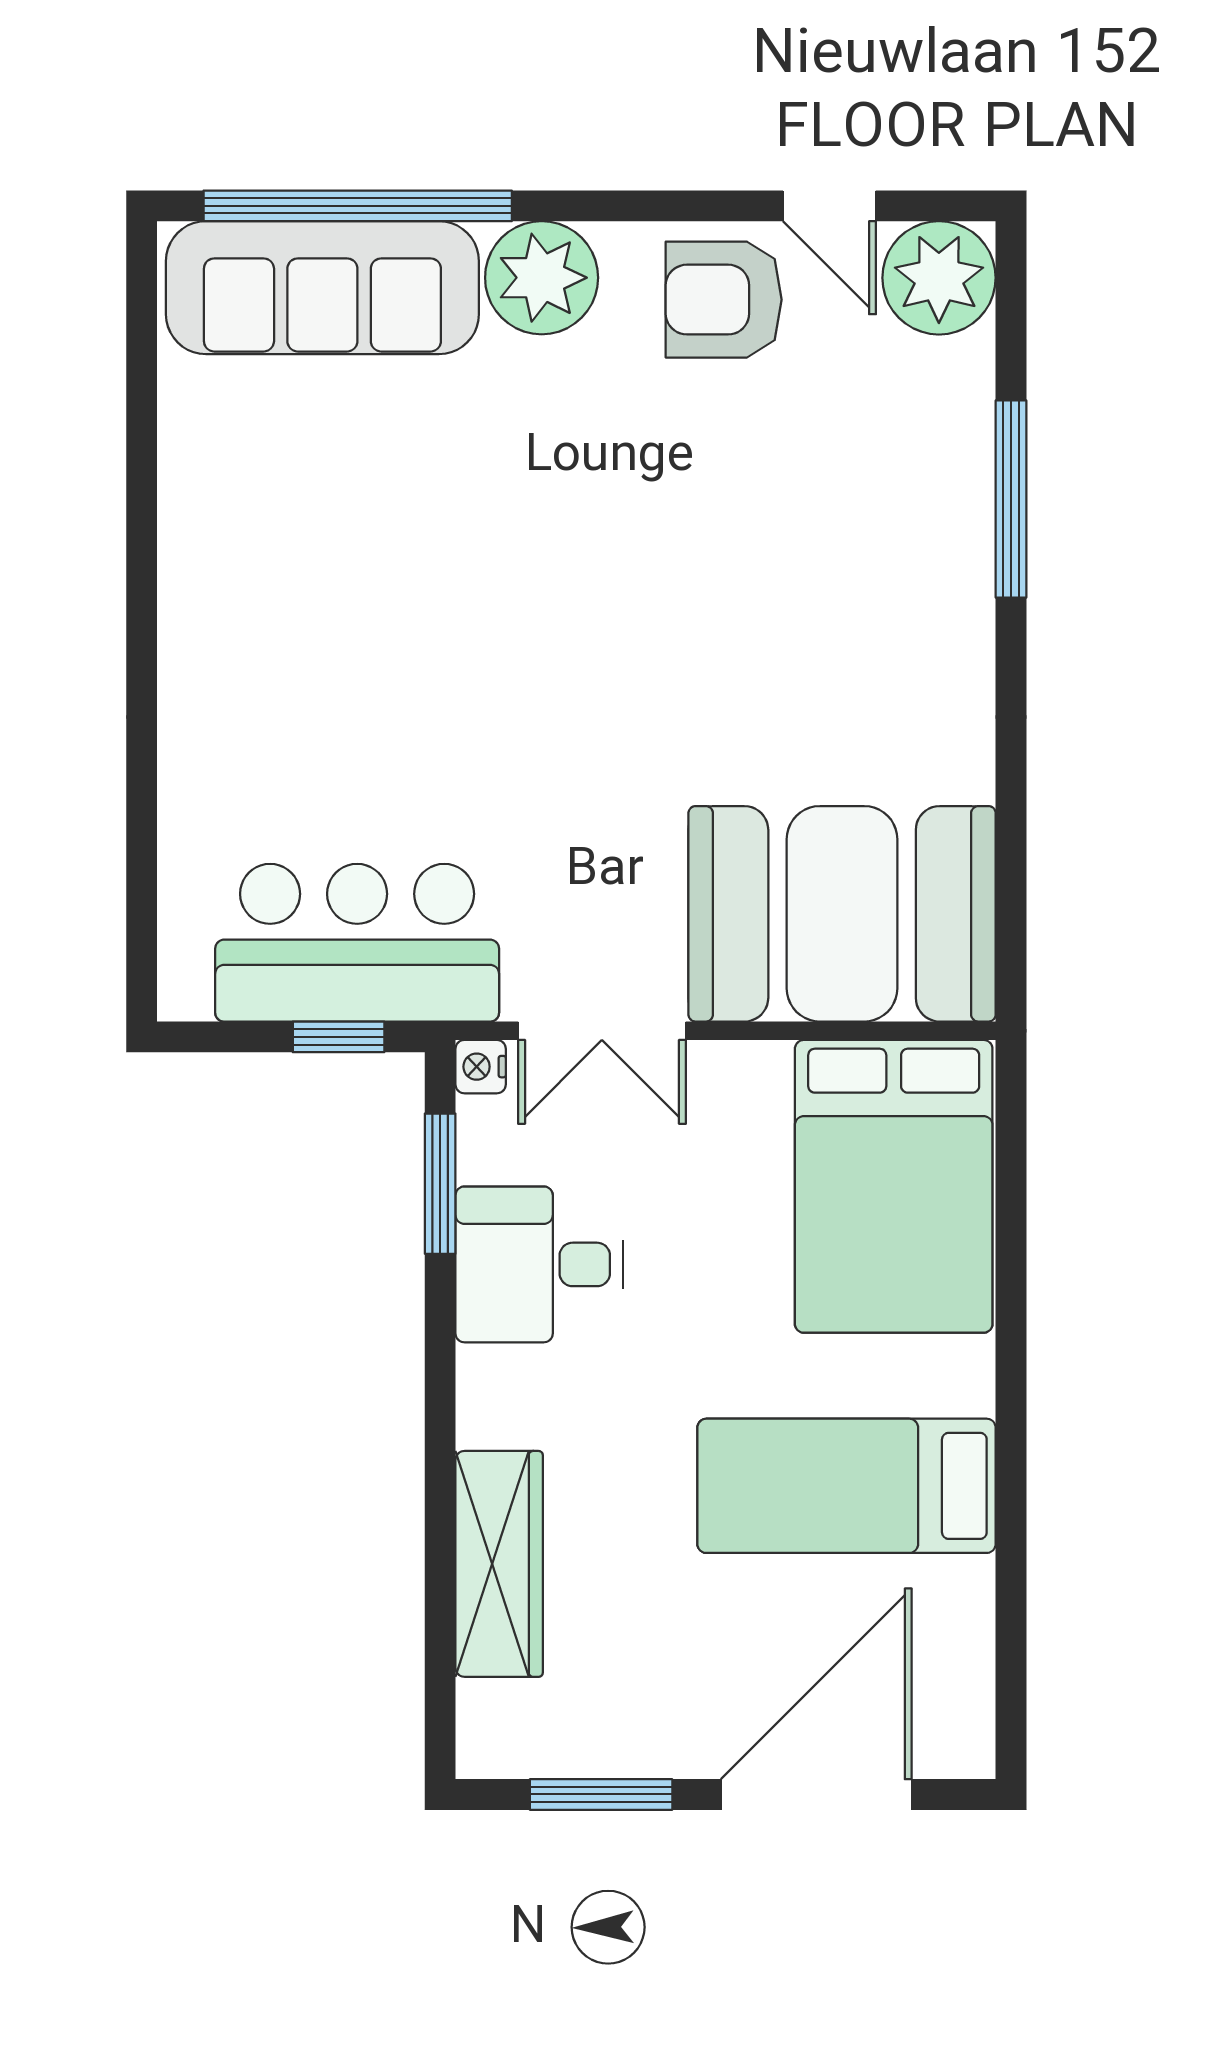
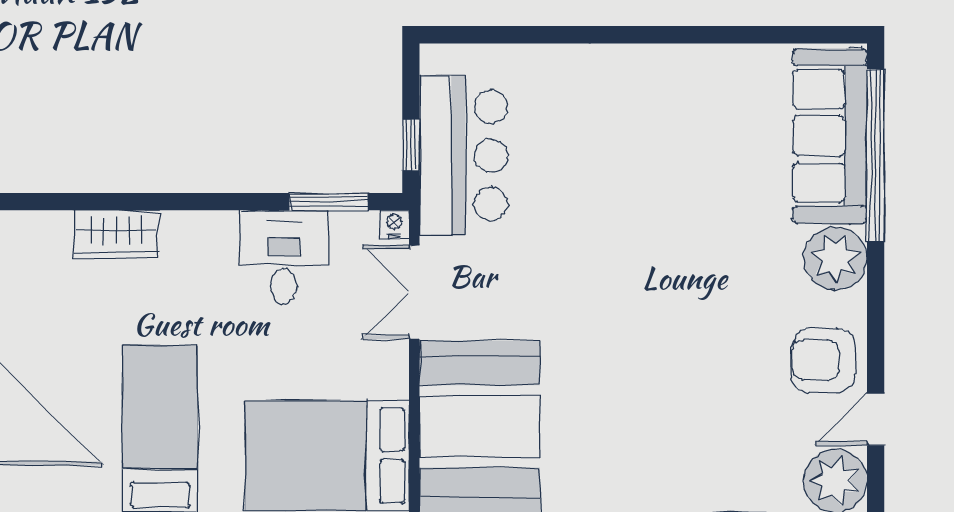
armchair: (724, 300) -> (823, 360), turned -90
wardrobe: (499, 1564) -> (116, 235), width x0.67

